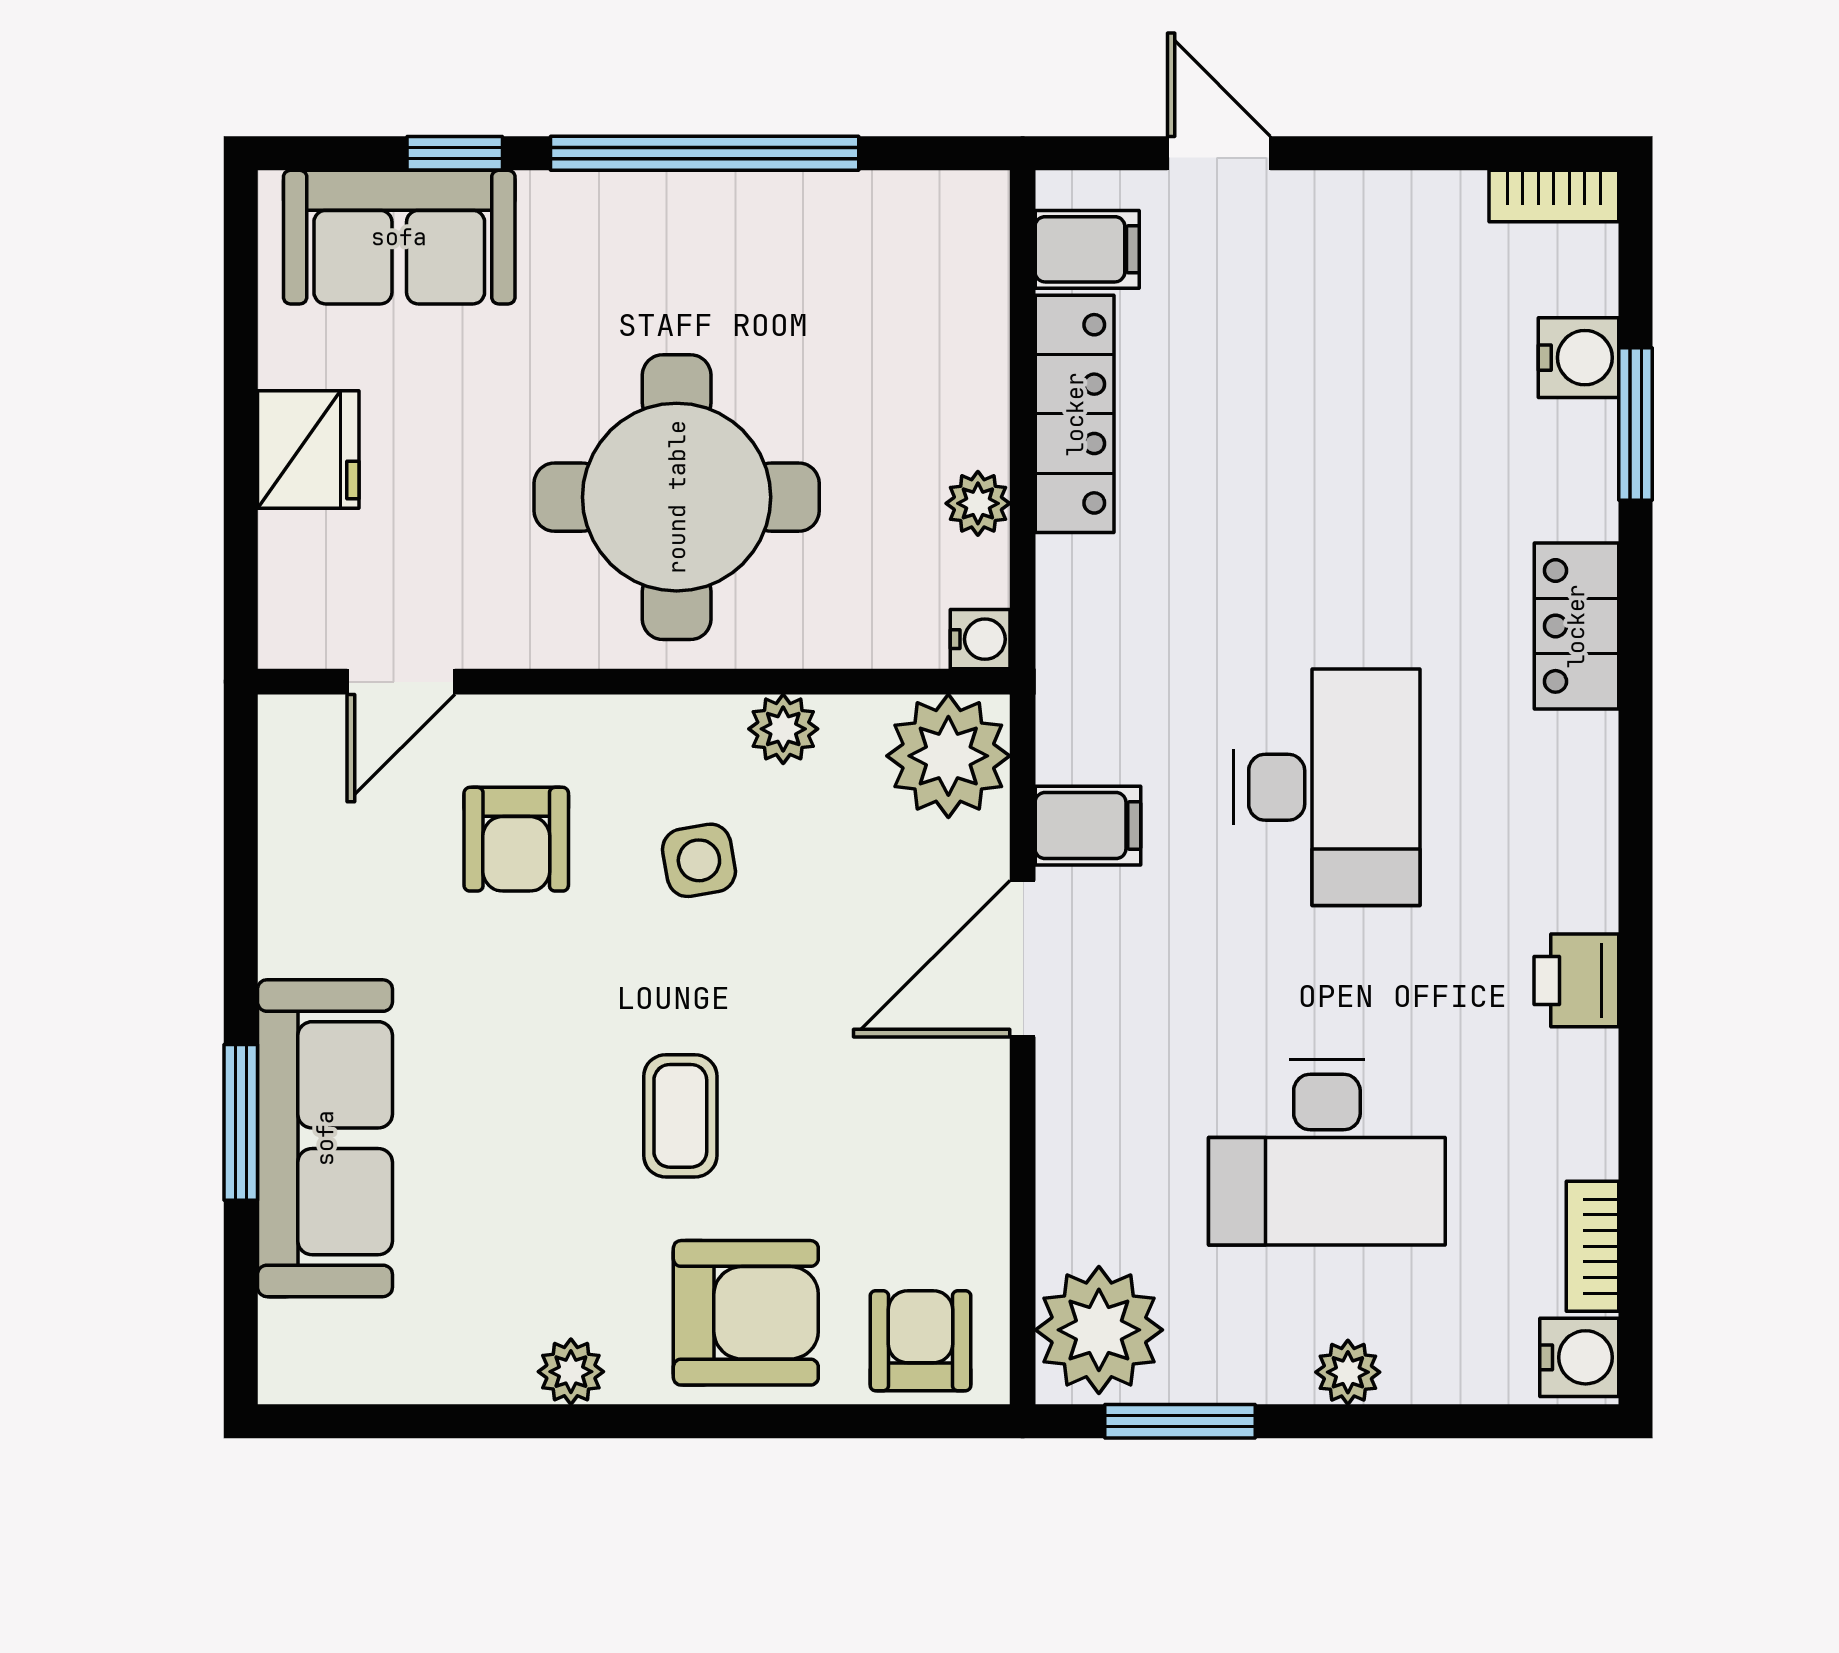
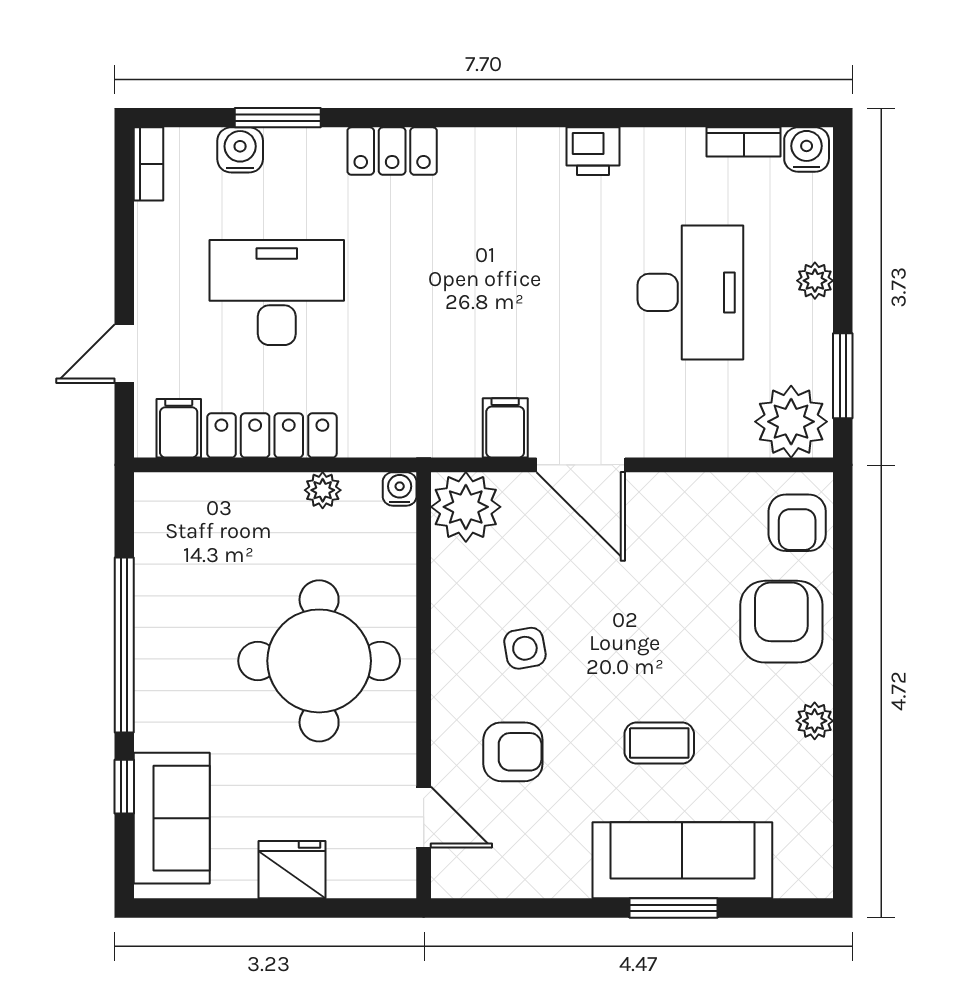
plant: (783, 729) -> (450, 601), removed
desk: (1327, 787) -> (277, 292), moved
coffee table: (680, 1116) -> (659, 743), moved
armchair: (920, 1341) -> (797, 523), turned -90

